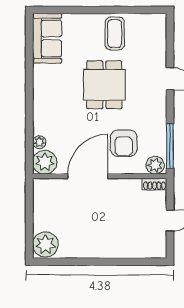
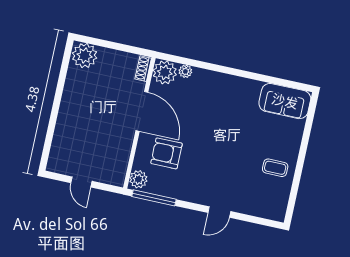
coffee table: (115, 34) -> (275, 168), width x0.73, depth x0.77
dining table: (104, 85) -> (227, 147), removed
shoe rack: (155, 184) -> (143, 69), moved

